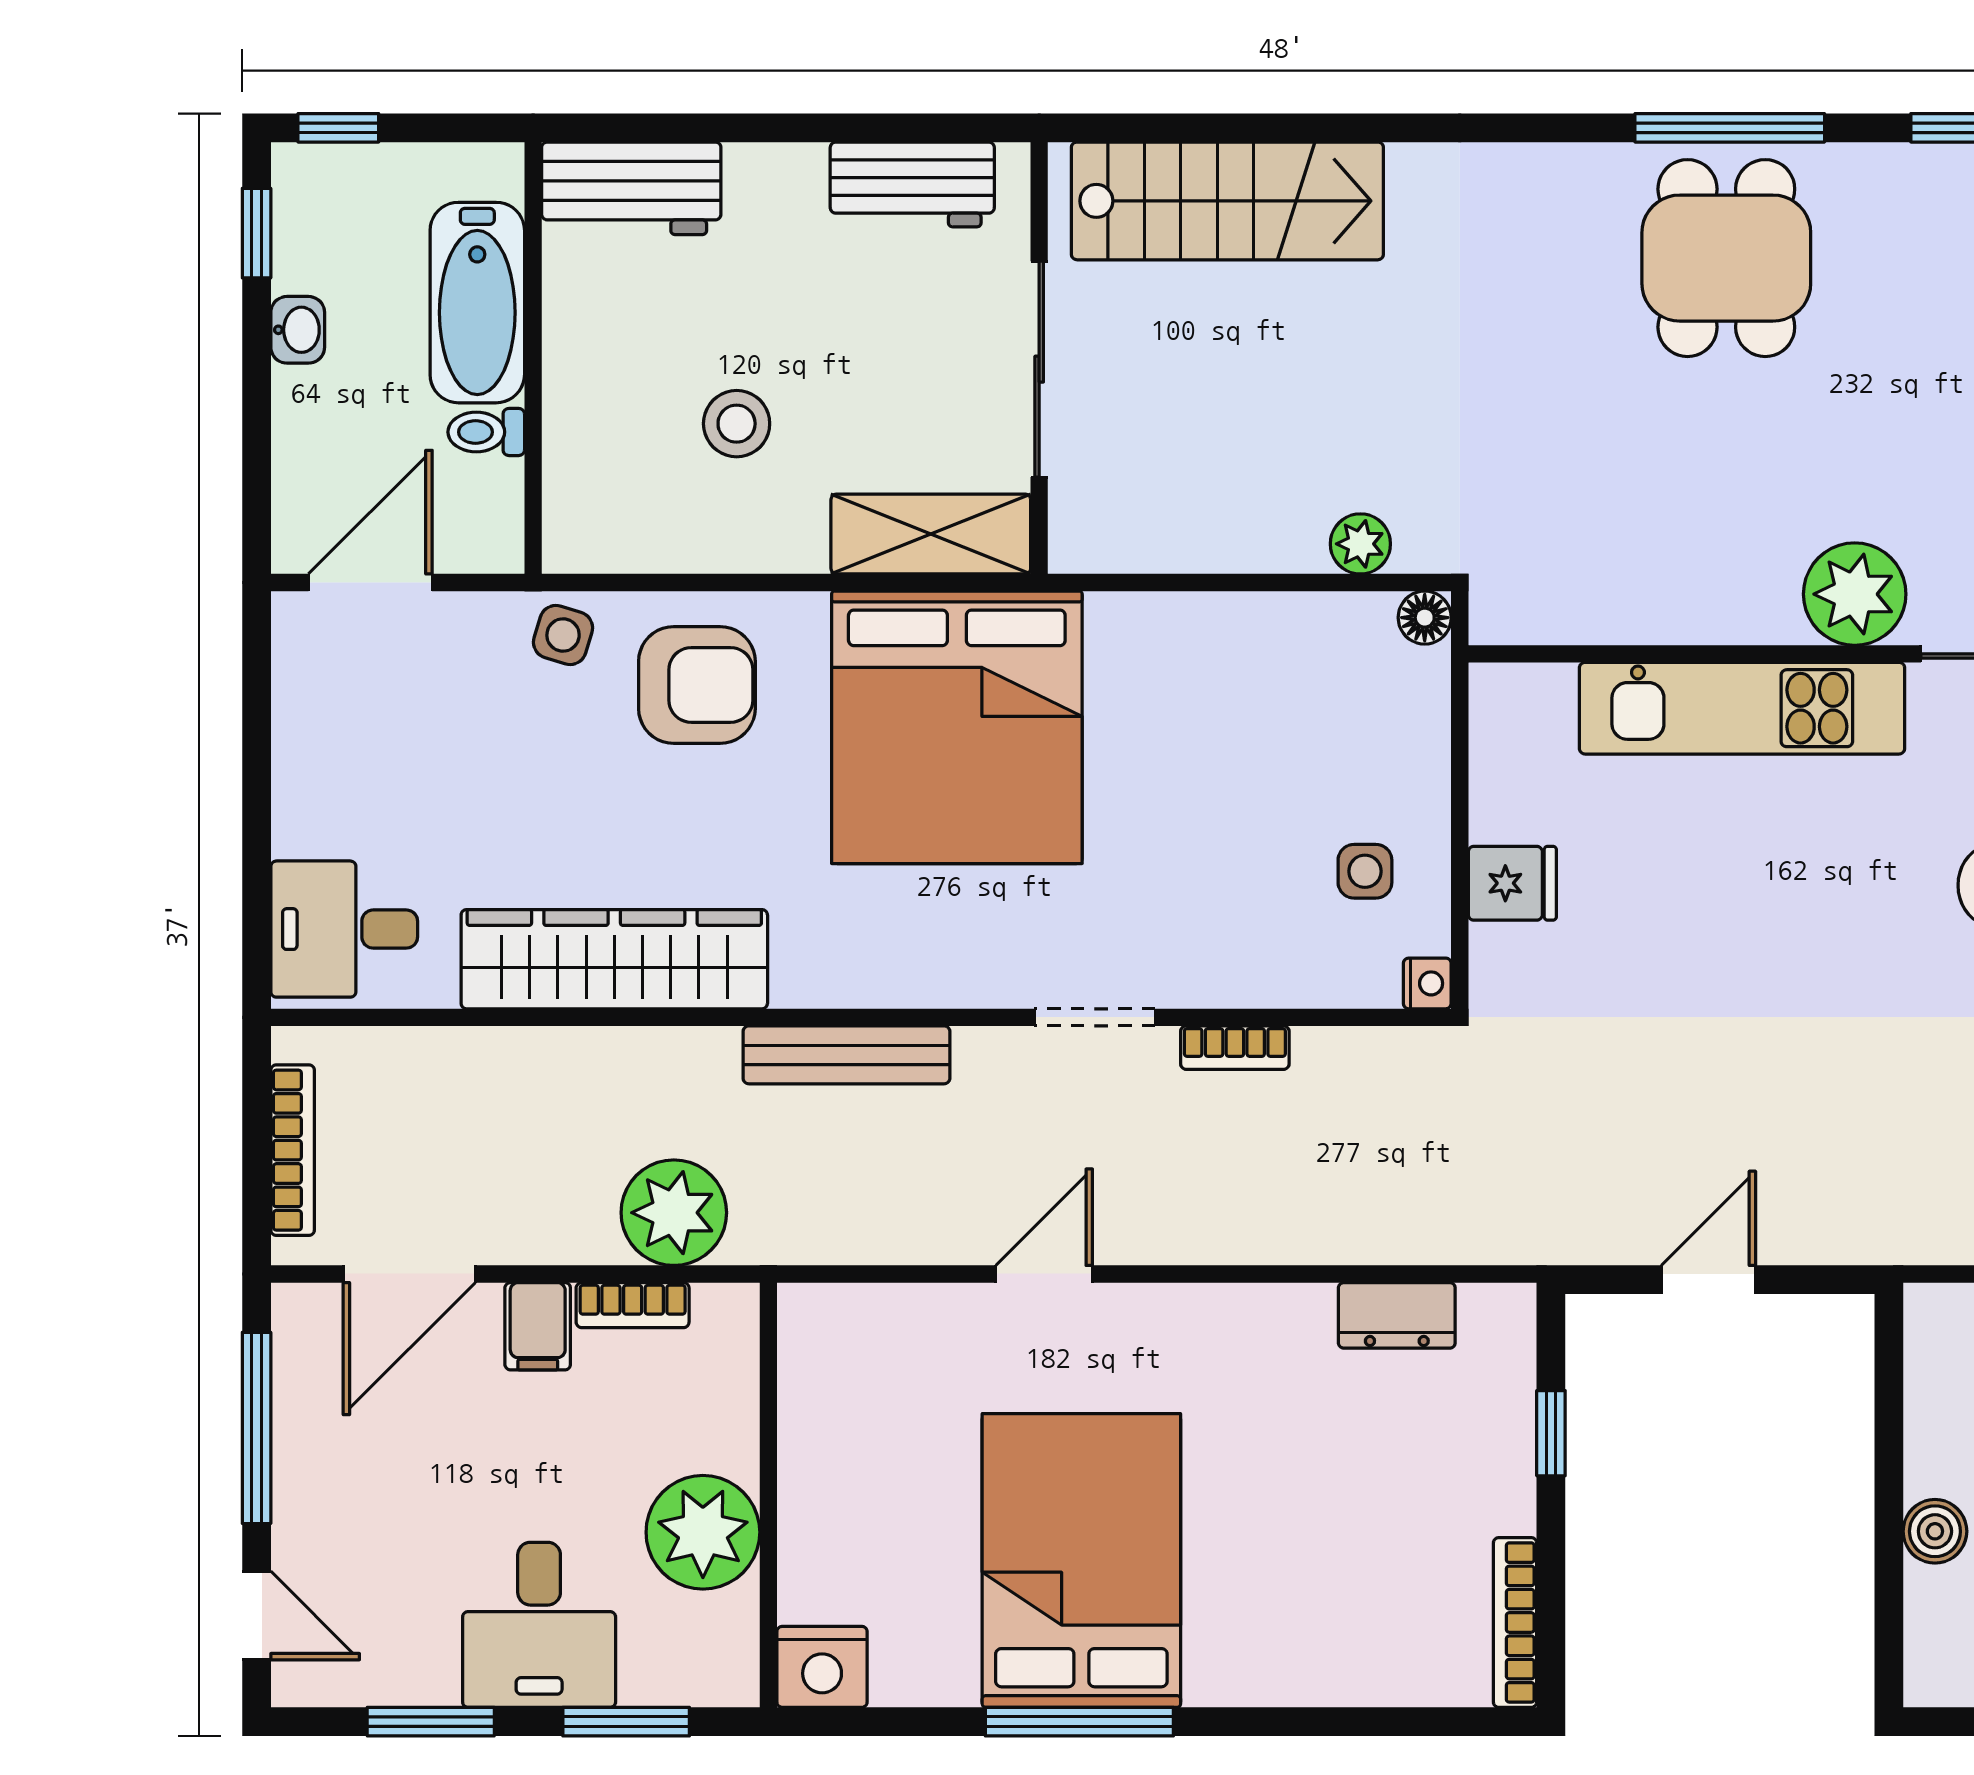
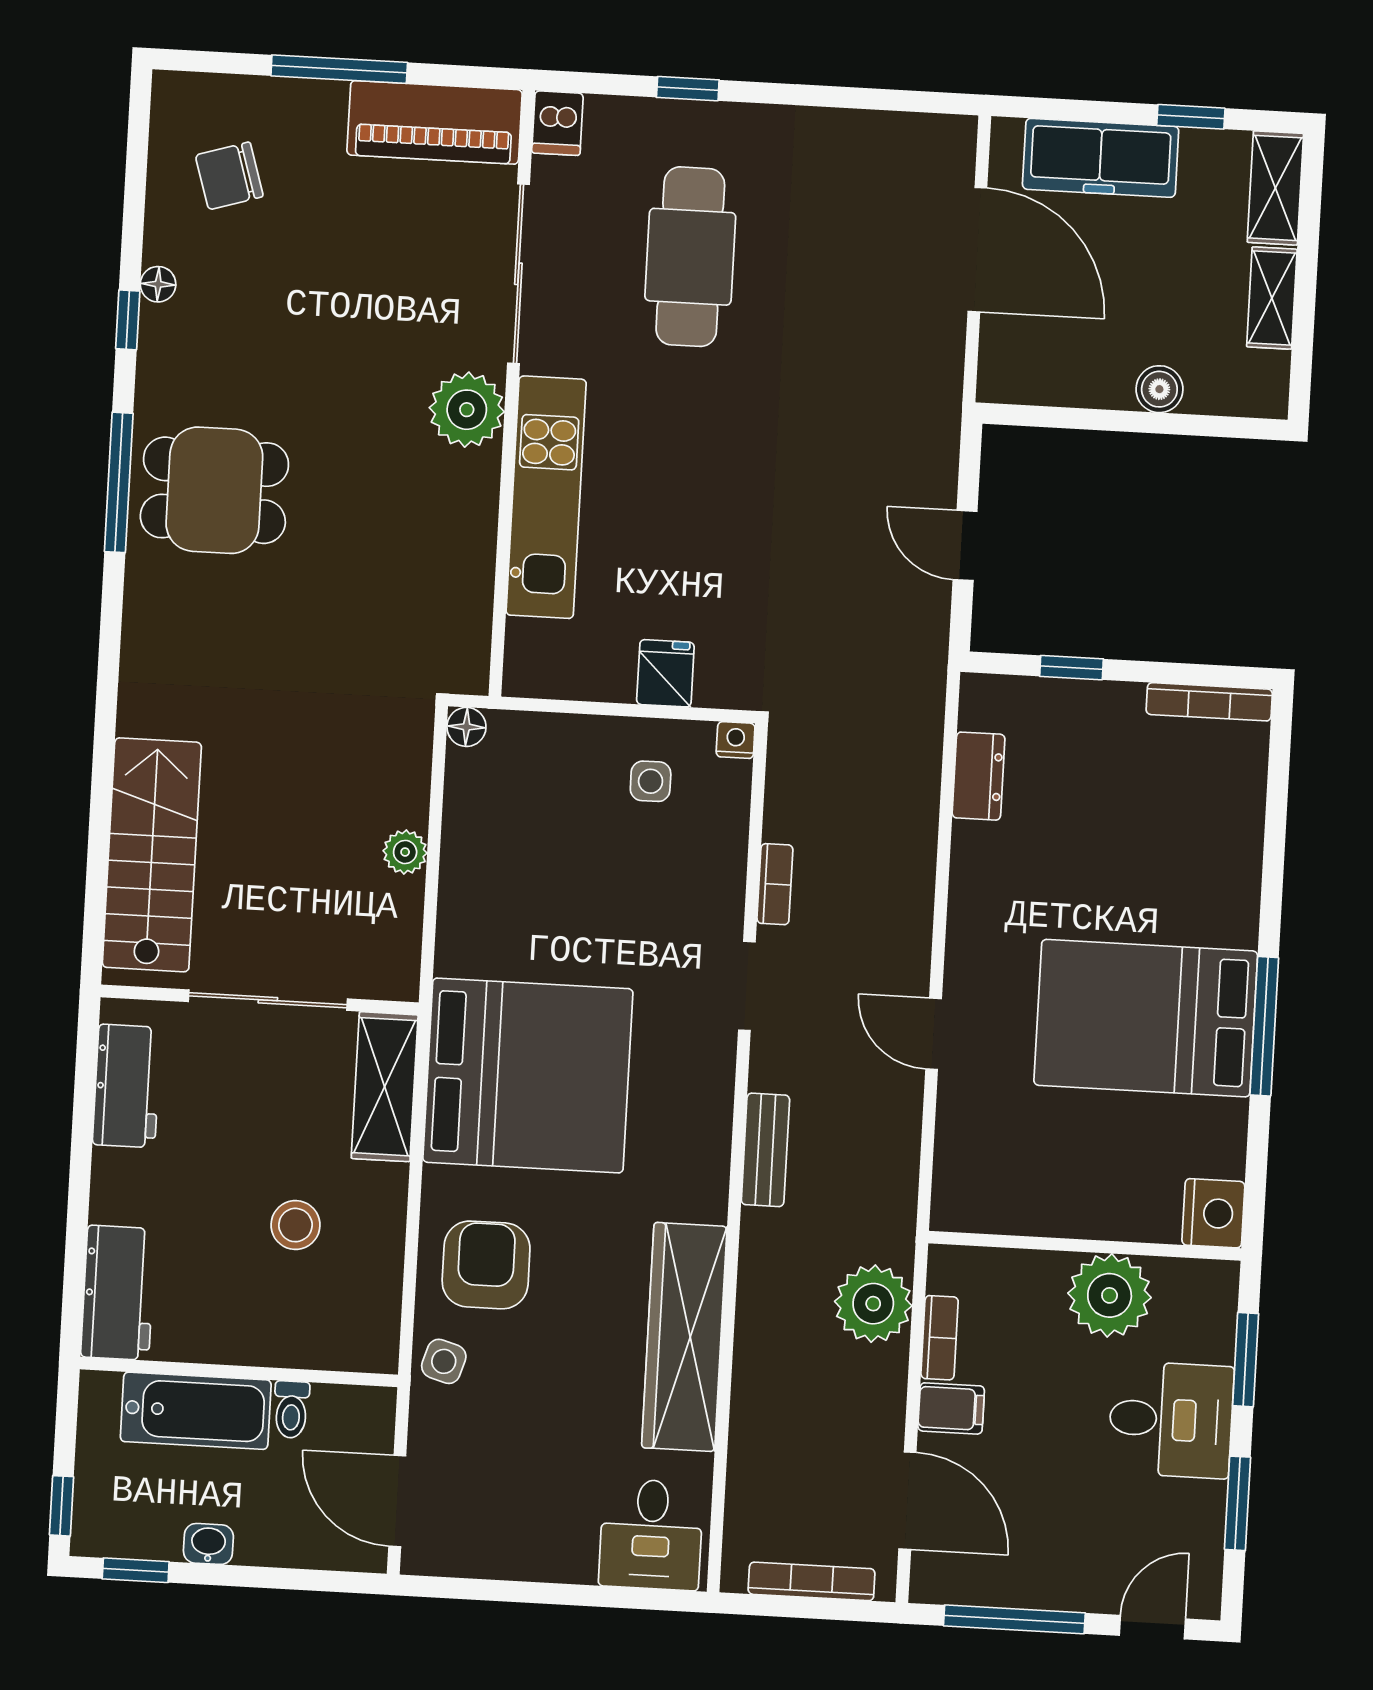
plant: (1360, 544) -> (405, 852), moved
bench: (846, 1055) -> (765, 1150), width x0.73

